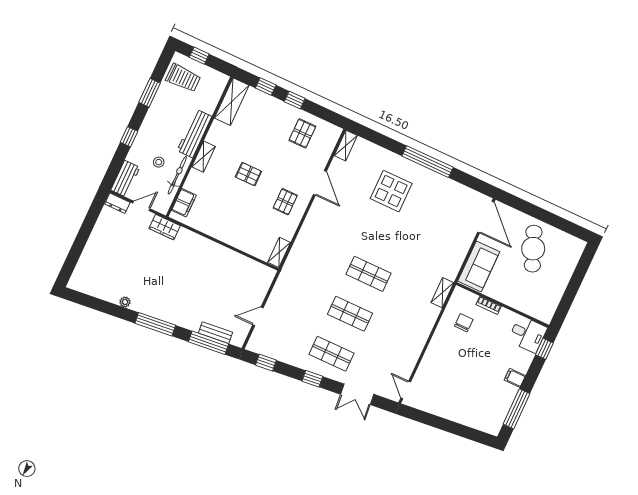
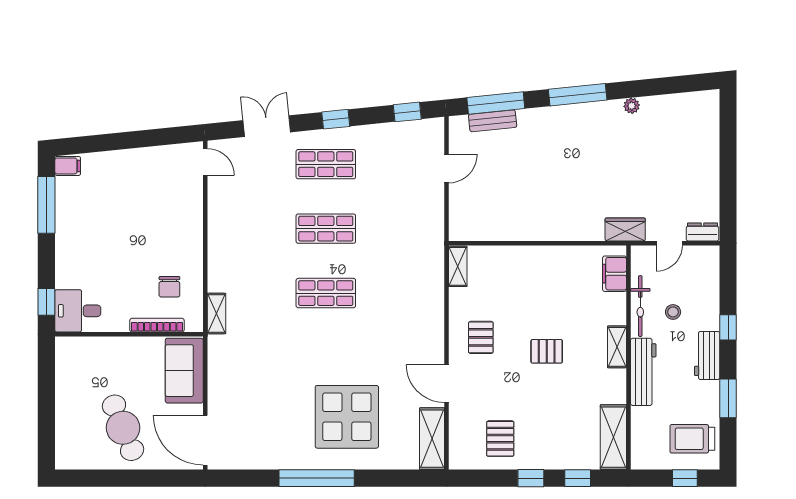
shelving: (346, 146) -> (432, 439), width x1.50, depth x1.33
workbench: (125, 179) -> (707, 355), moved
display table: (391, 191) -> (347, 417), width x1.36, depth x1.36
bookcase: (489, 305) -> (157, 325), width x1.56
filing cabinet: (515, 378) -> (68, 166), moved

